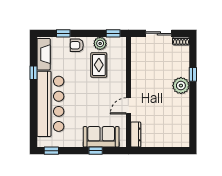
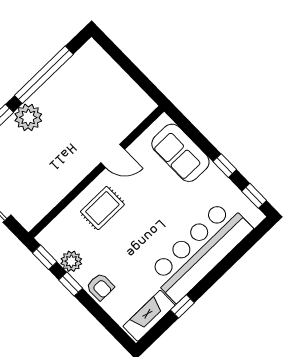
window: (63, 33) -> (71, 284), moved
rug: (99, 65) -> (102, 208), moved
window: (193, 110) -> (44, 75), added
dresser: (136, 134) -> (138, 115), removed
window: (96, 151) -> (225, 166), moved

